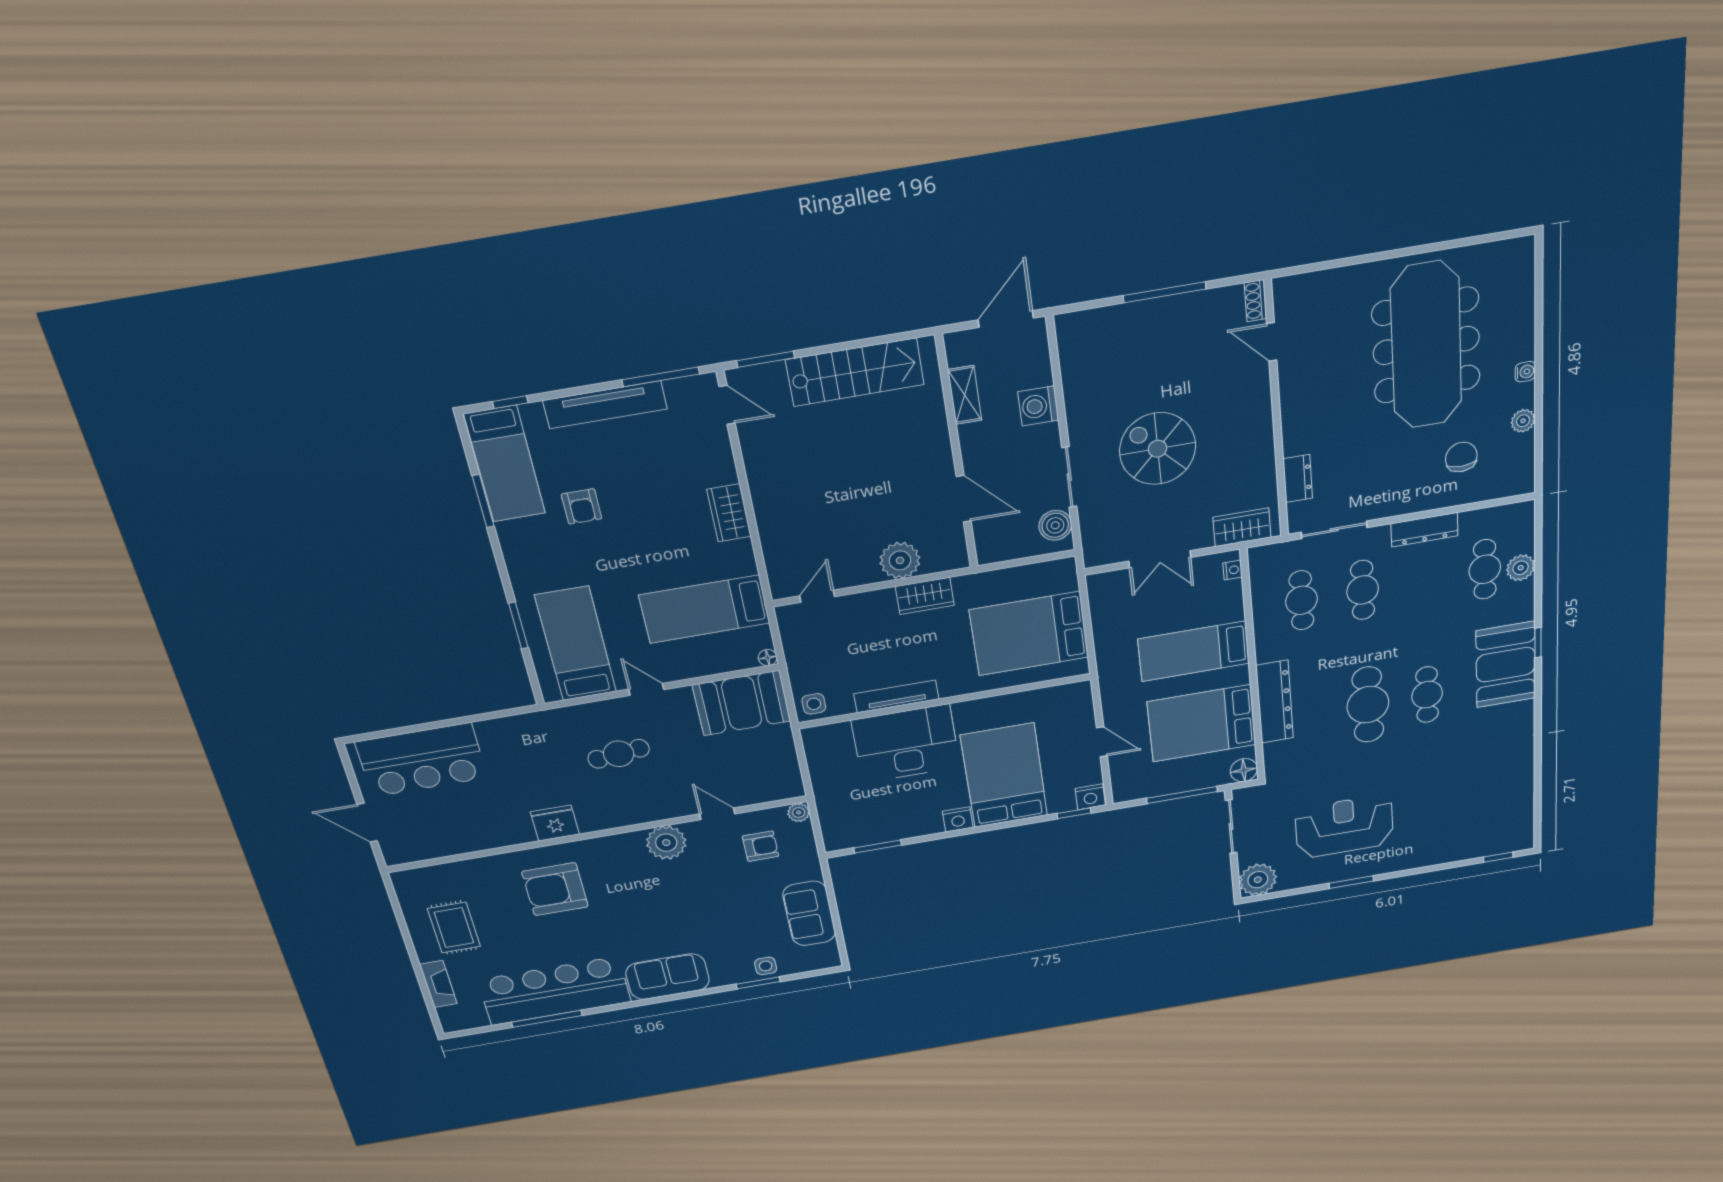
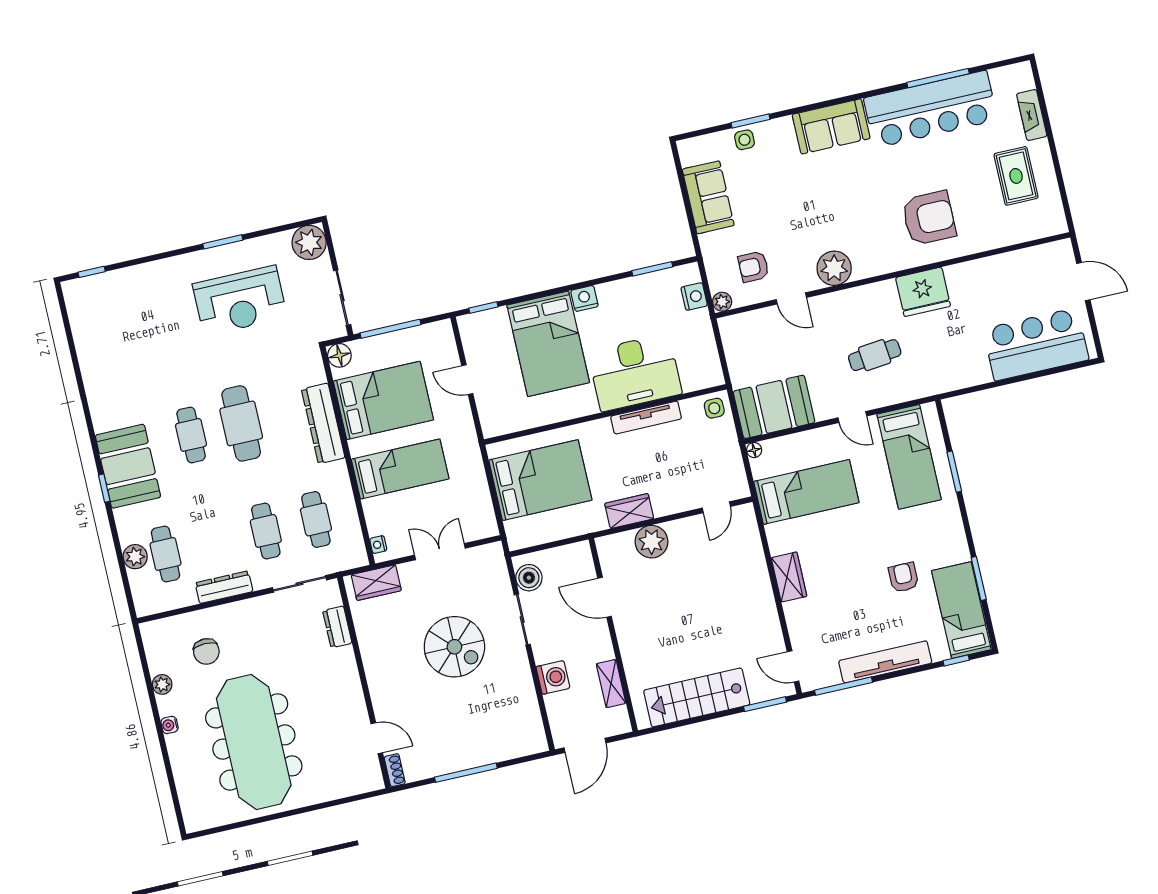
nightstand: (1090, 797) -> (694, 297), moved, turned 90
fridge: (555, 823) -> (923, 292), width x1.36, depth x1.34

